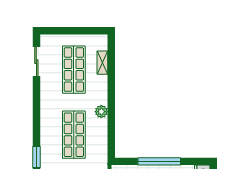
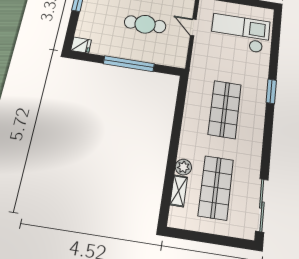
sliding door: (36, 62) -> (262, 205), width x1.37
plant: (101, 112) -> (183, 167), moved

